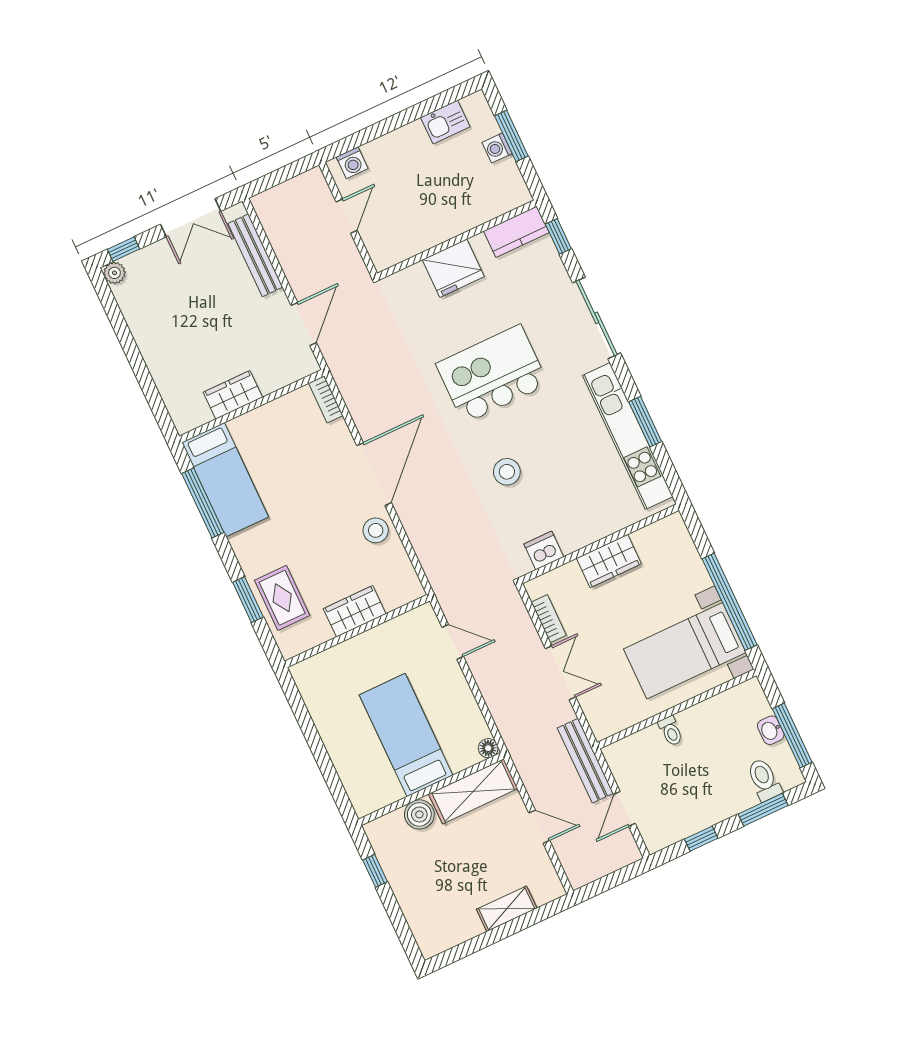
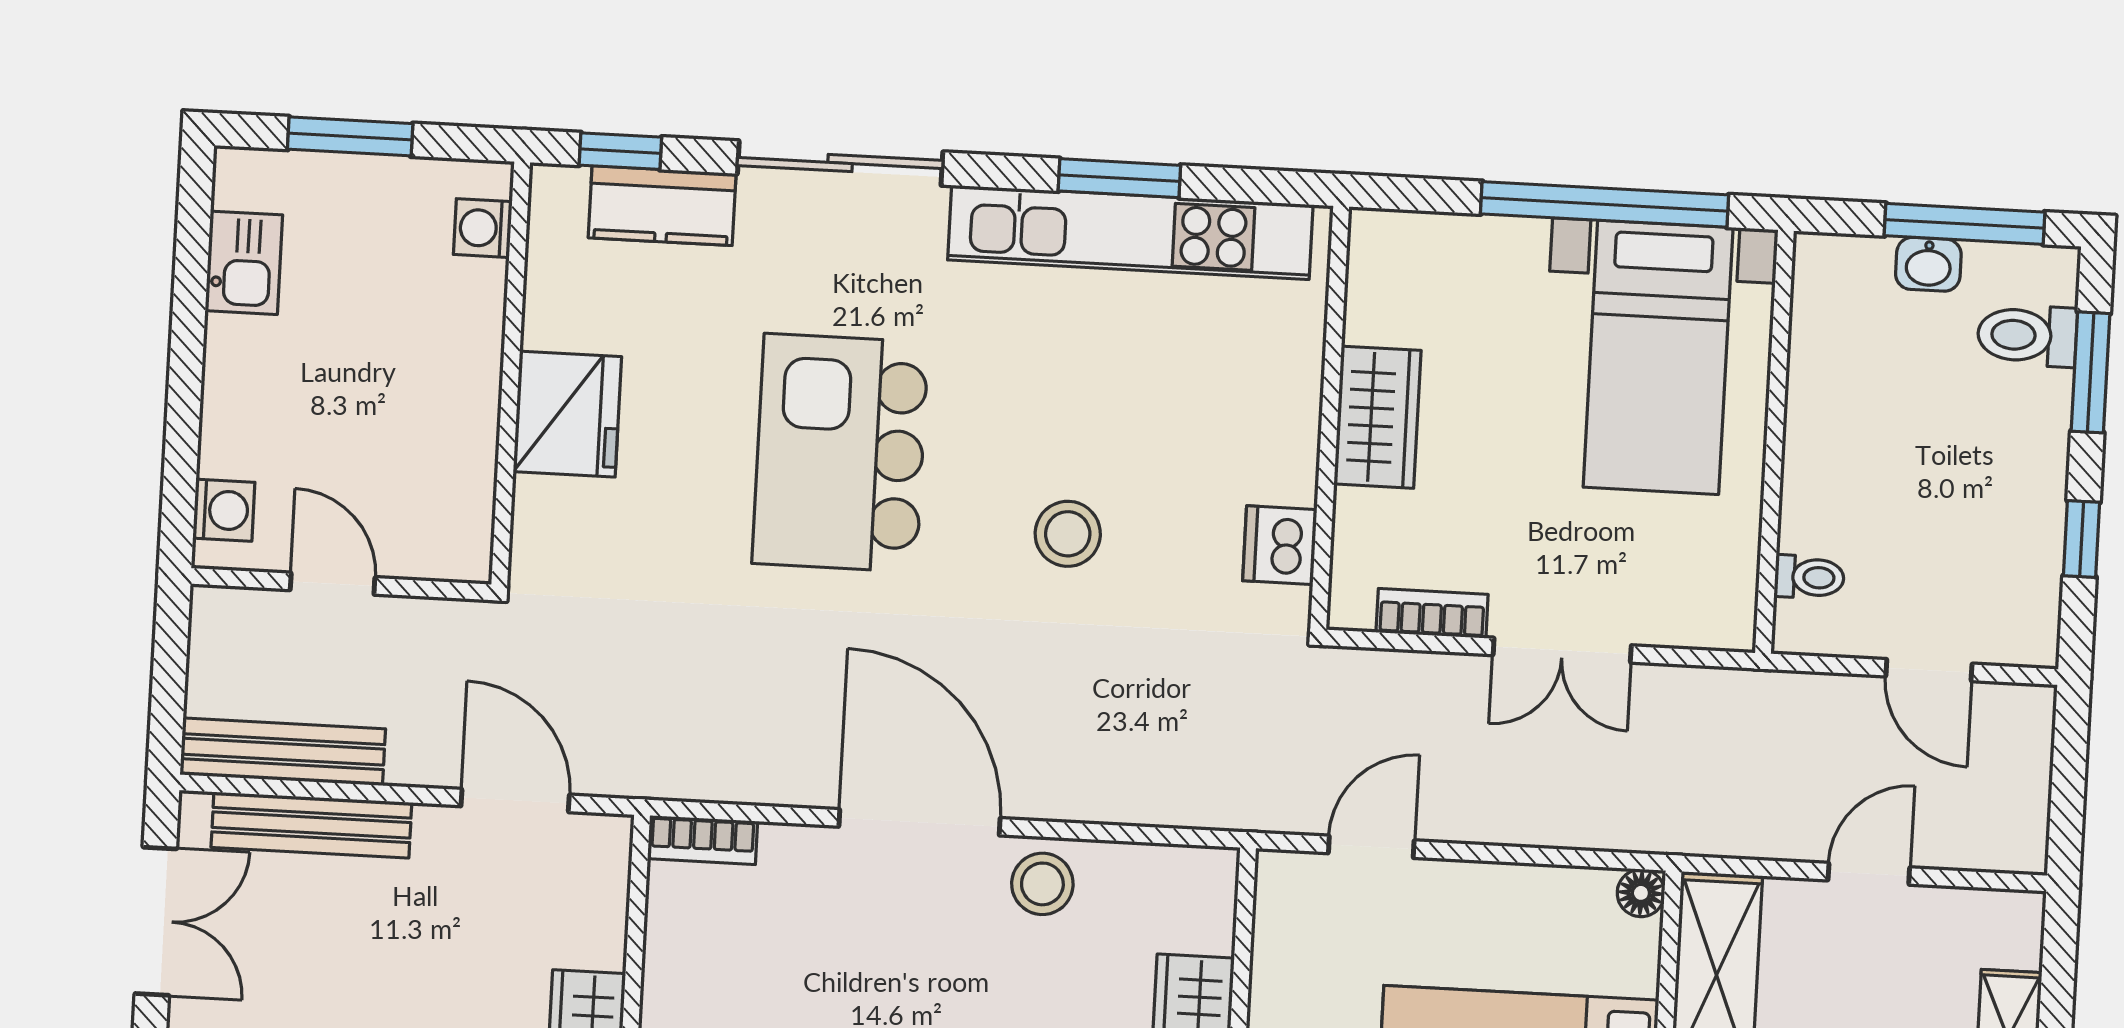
washing machine: (497, 148) -> (483, 228), moved, turned 90
kitchen counter: (516, 232) -> (662, 206), moved, turned 90
double door: (561, 673) -> (1562, 650), swing flipped
toilet: (671, 731) -> (1809, 577), moved
bench: (585, 761) -> (283, 752), moved

